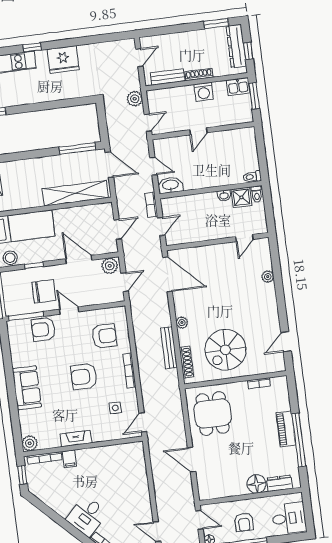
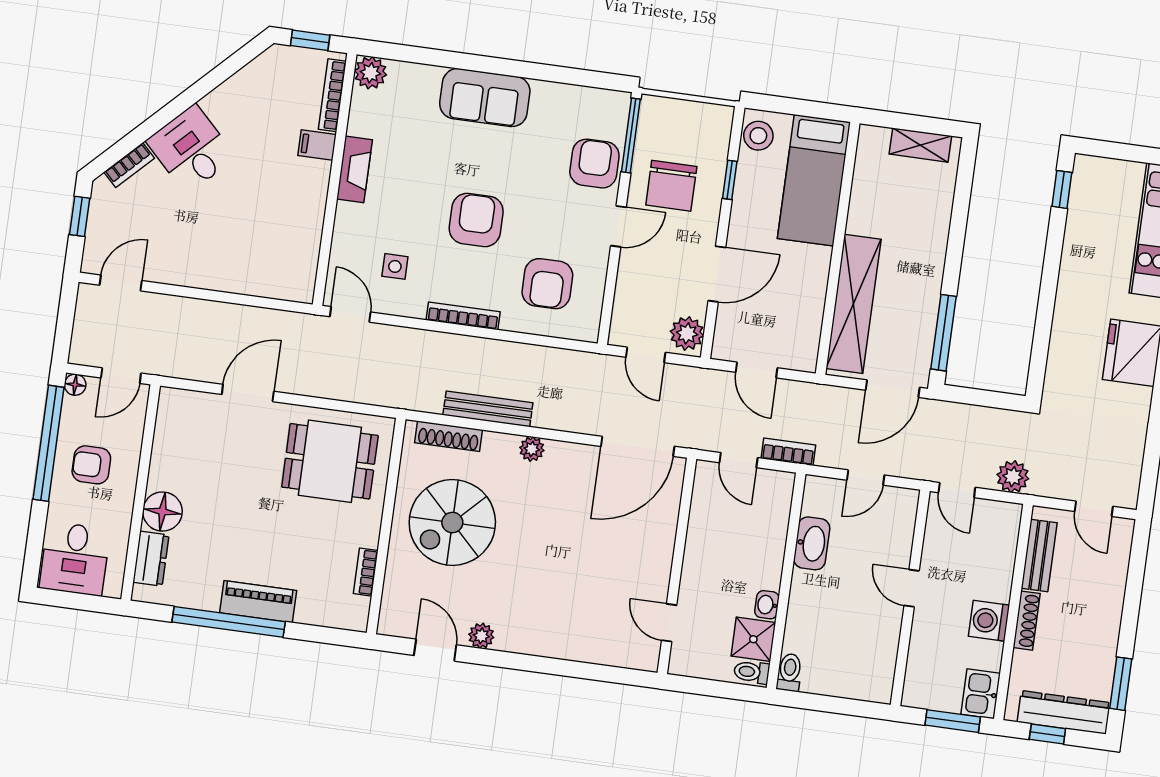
washbasin: (170, 185) -> (812, 543), moved
plant: (268, 277) -> (481, 636), moved
spiral stairs: (225, 350) -> (452, 523), turned -90

